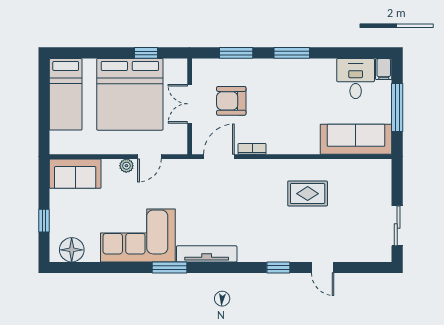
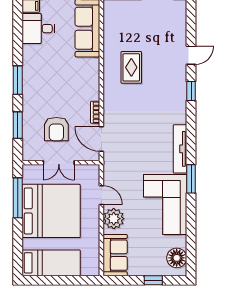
window: (146, 53) -> (18, 198), width x2.17
plant: (126, 166) -> (114, 219), width x1.87, depth x1.87

